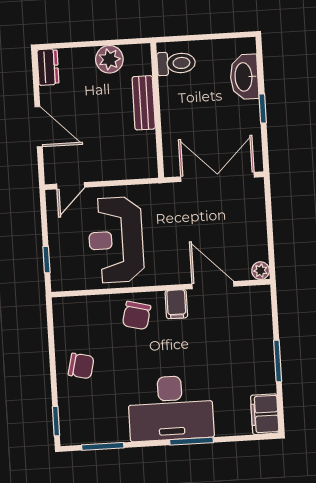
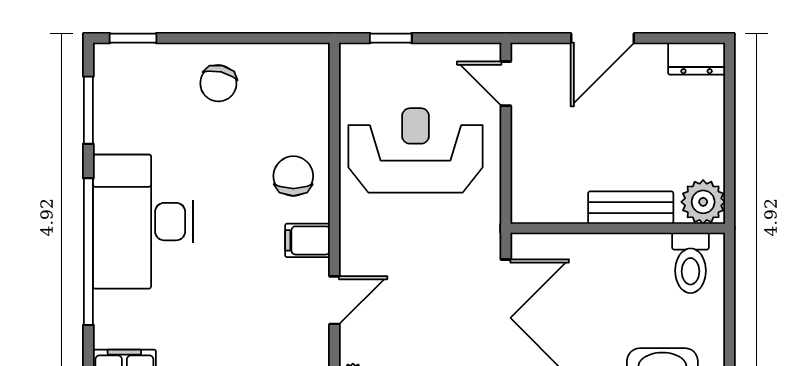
plant: (109, 59) -> (703, 202), moved
door: (213, 285) -> (334, 300), width x0.73
chair: (137, 315) -> (293, 176), turned 76
window: (192, 441) -> (88, 252), width x2.11

